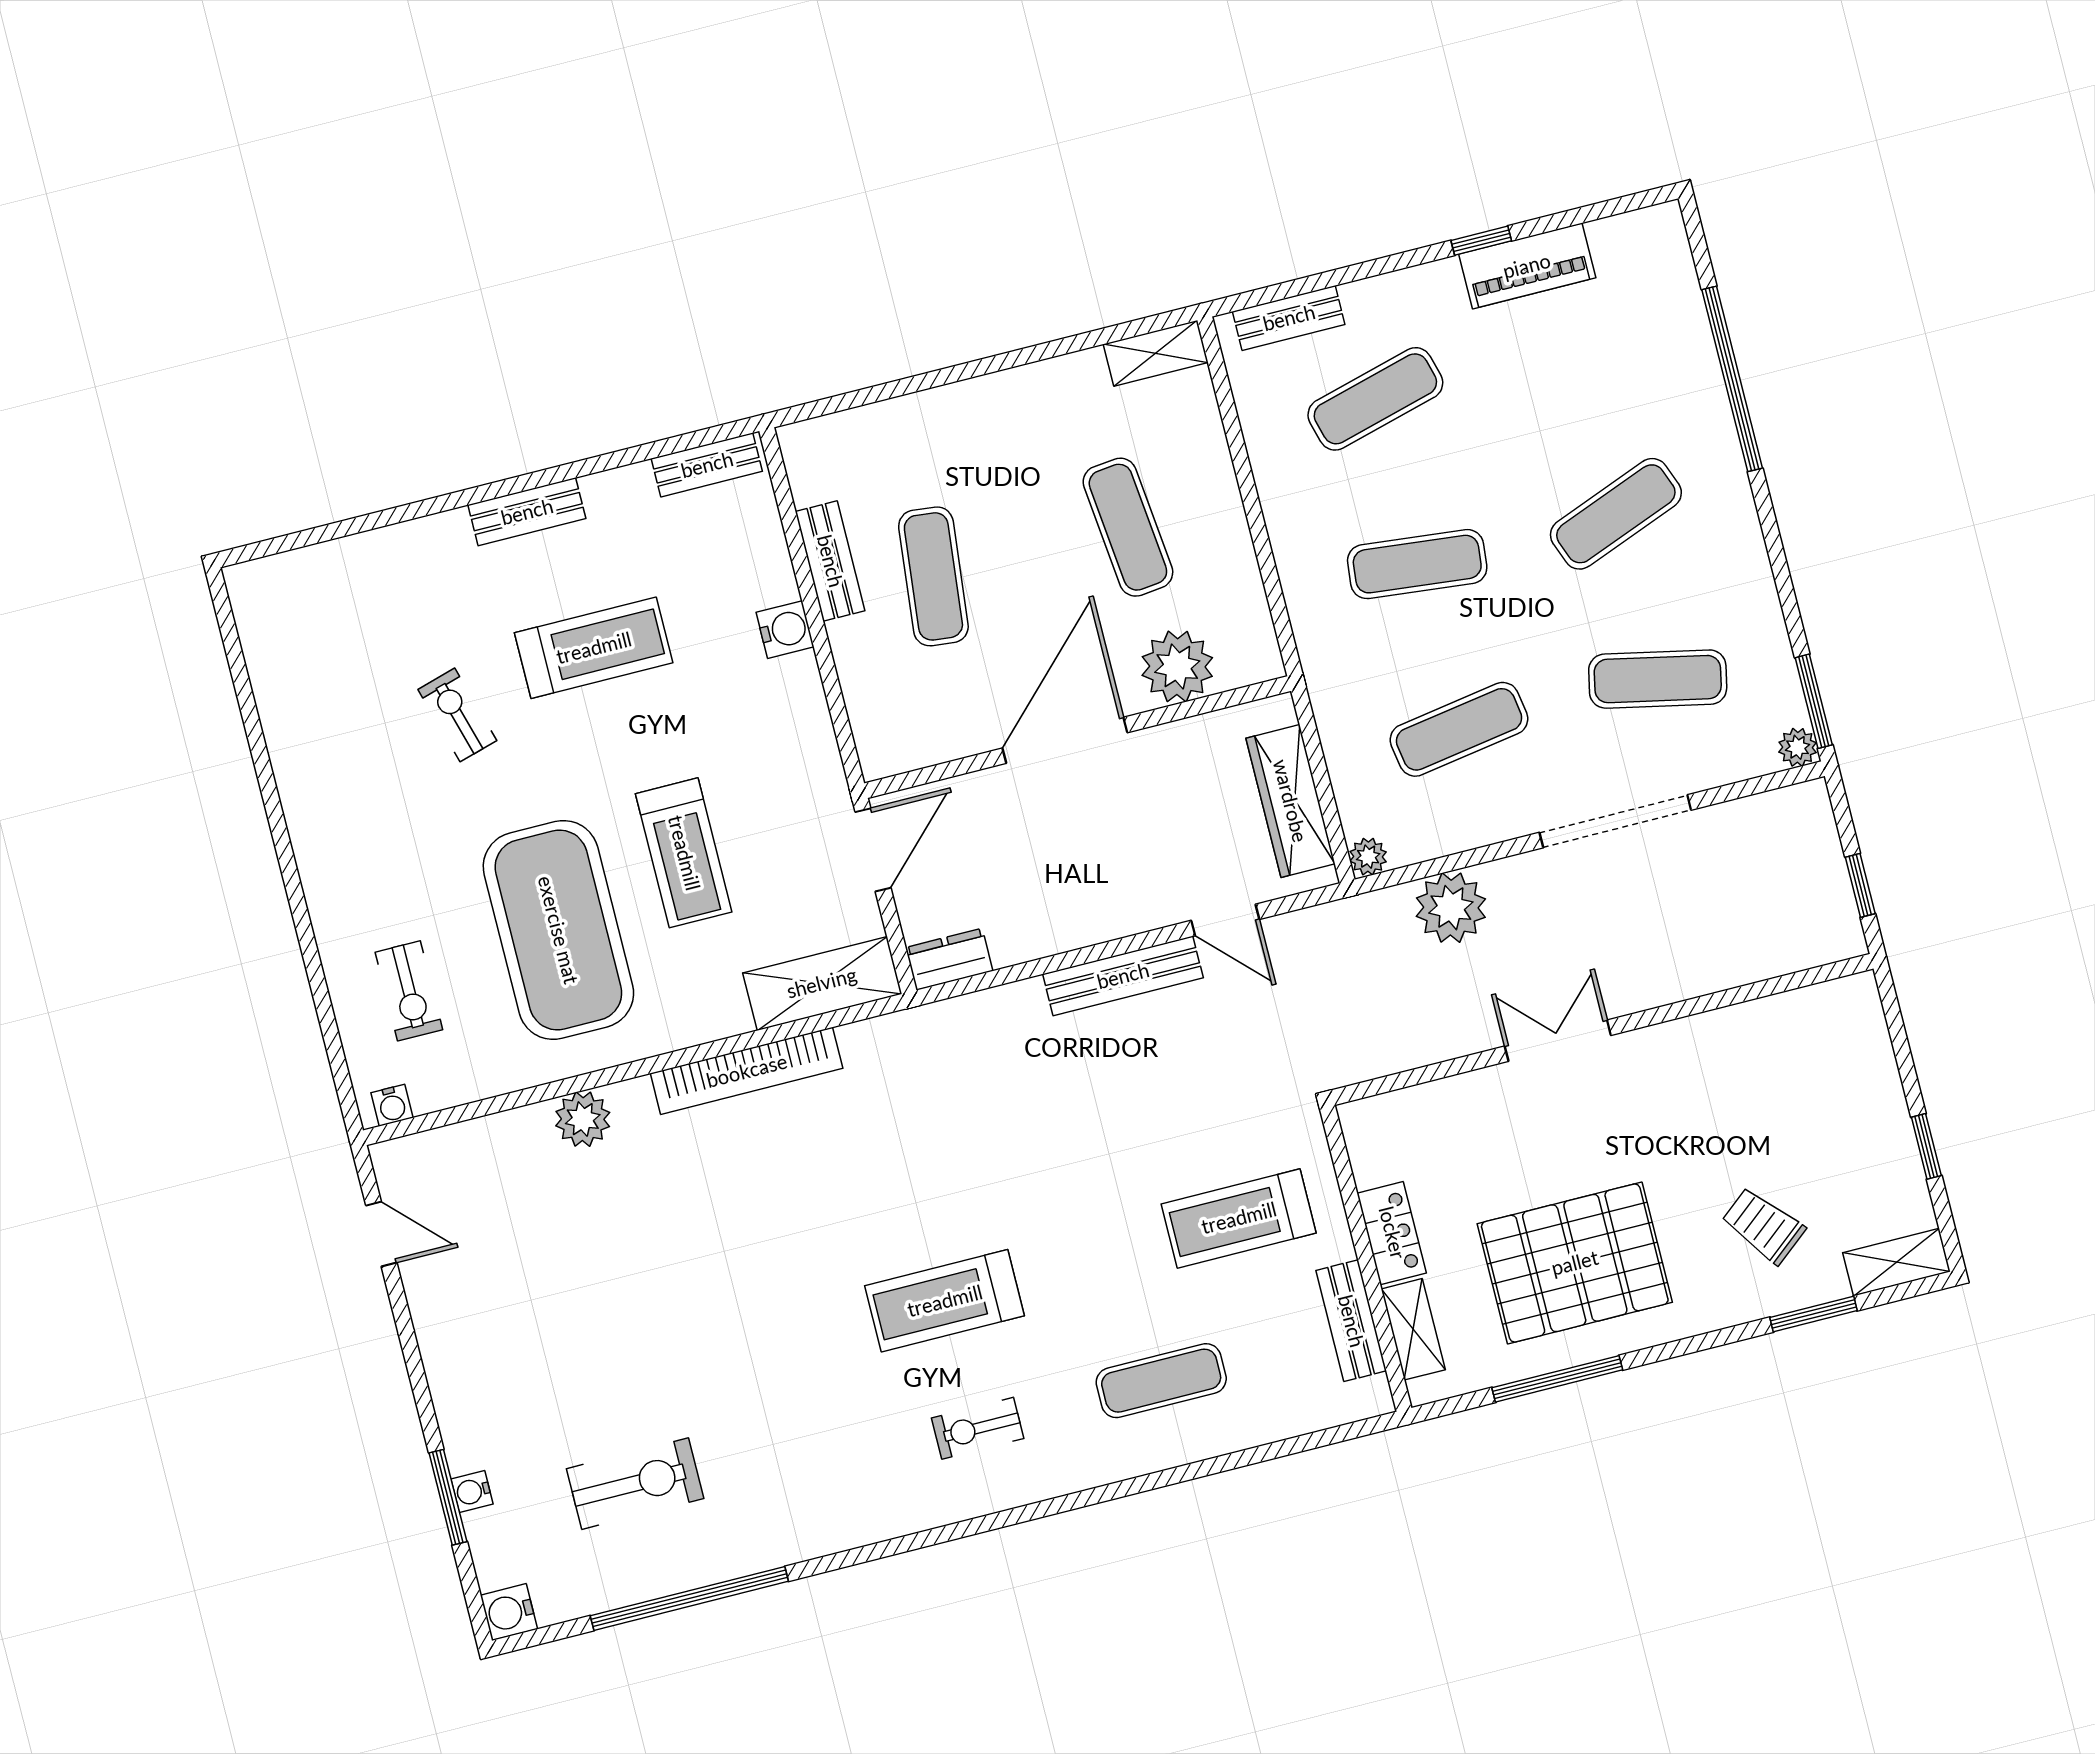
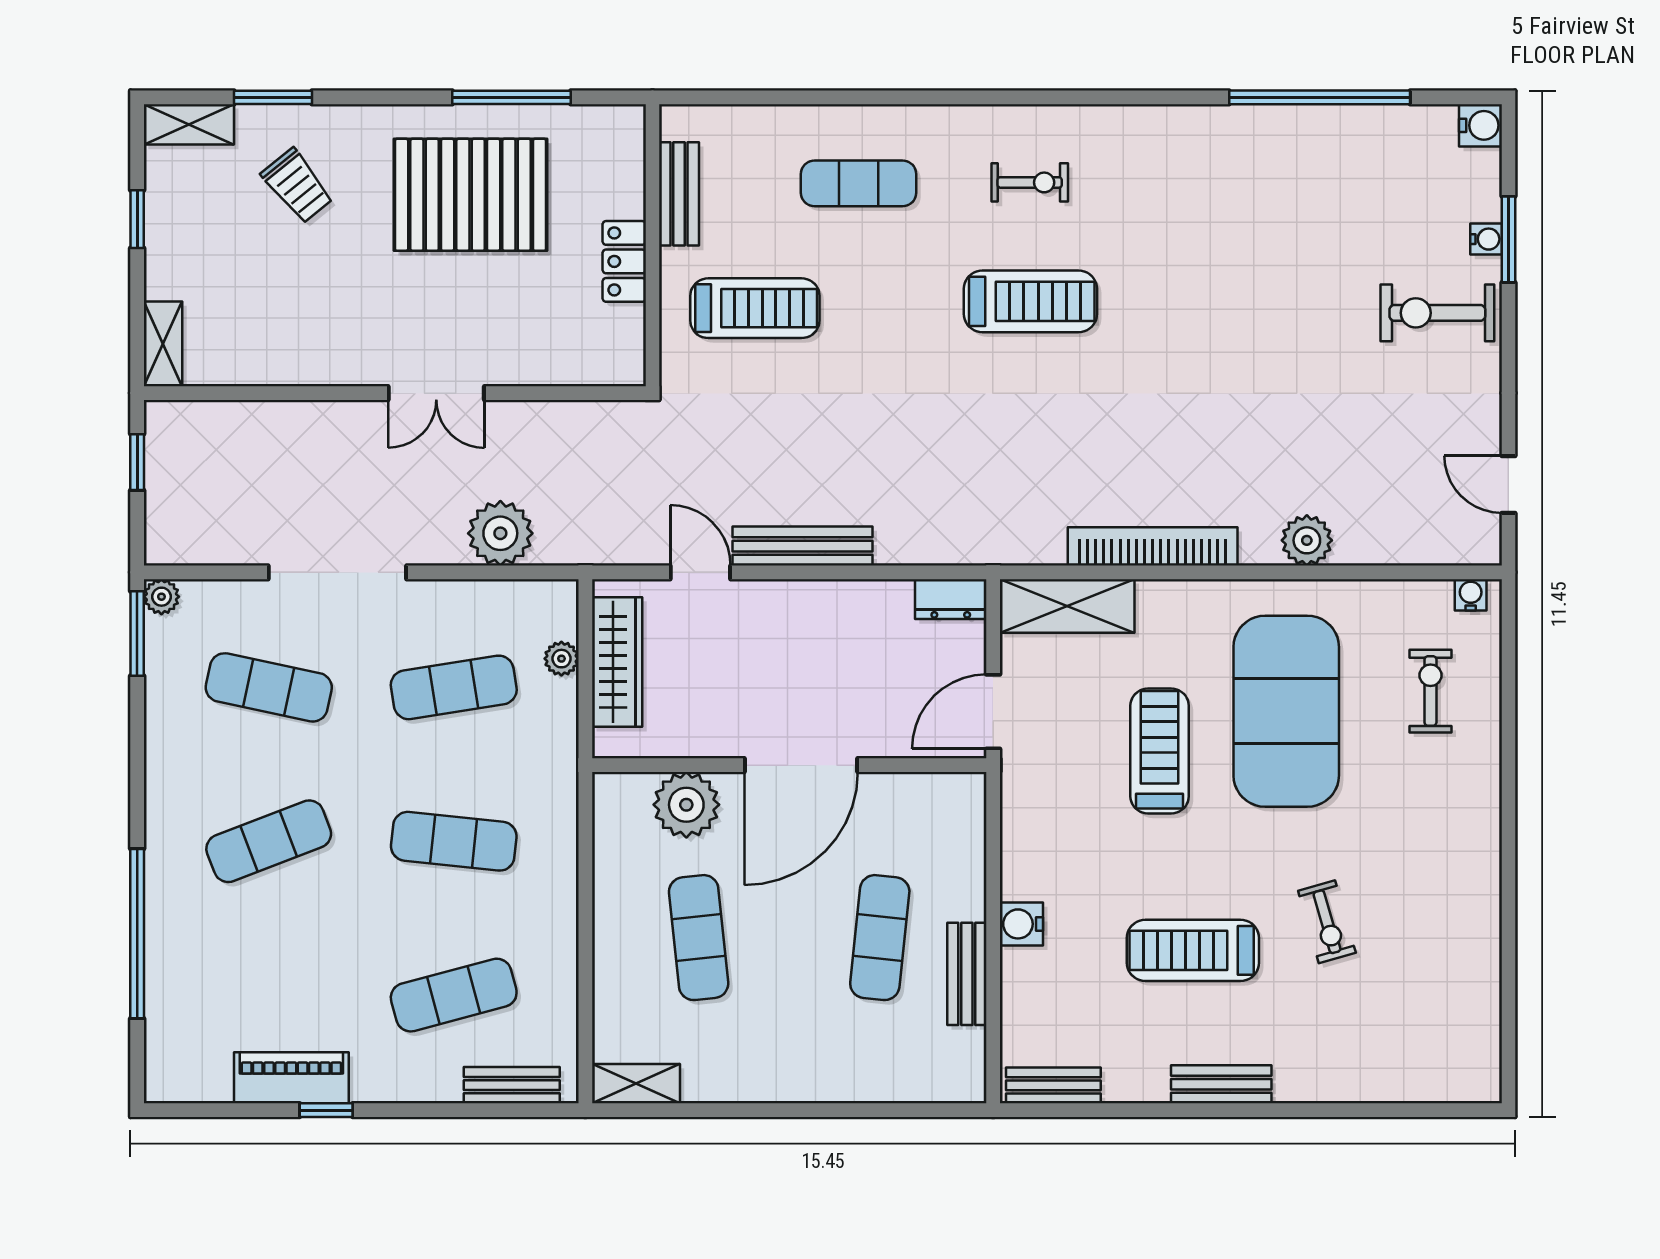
plant: (1368, 857) -> (561, 659), moved
shelving: (1413, 1329) -> (163, 344), moved
exercise bike: (635, 1484) -> (1437, 313), moved

